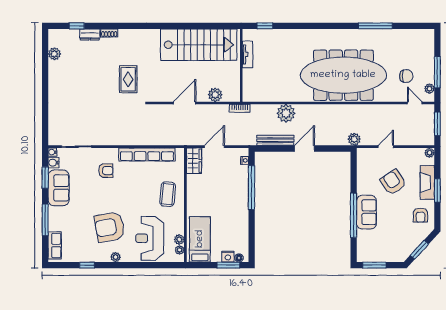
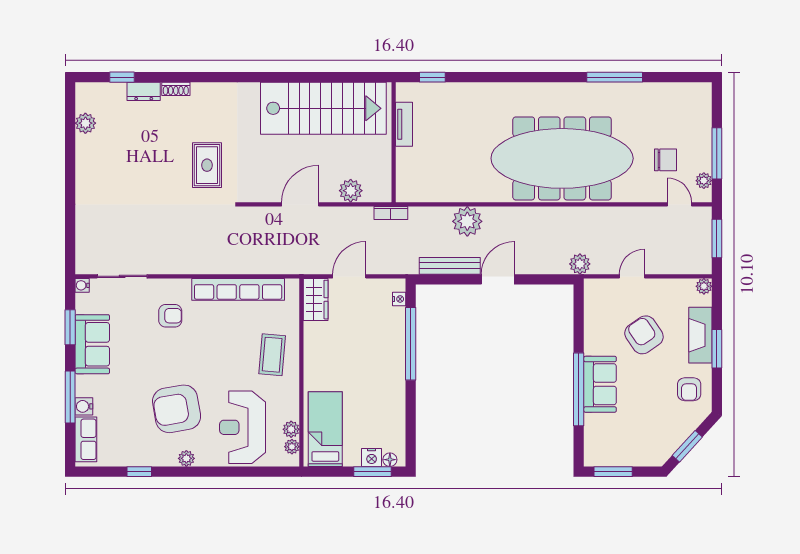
water cooler: (53, 163) -> (84, 406), moved

